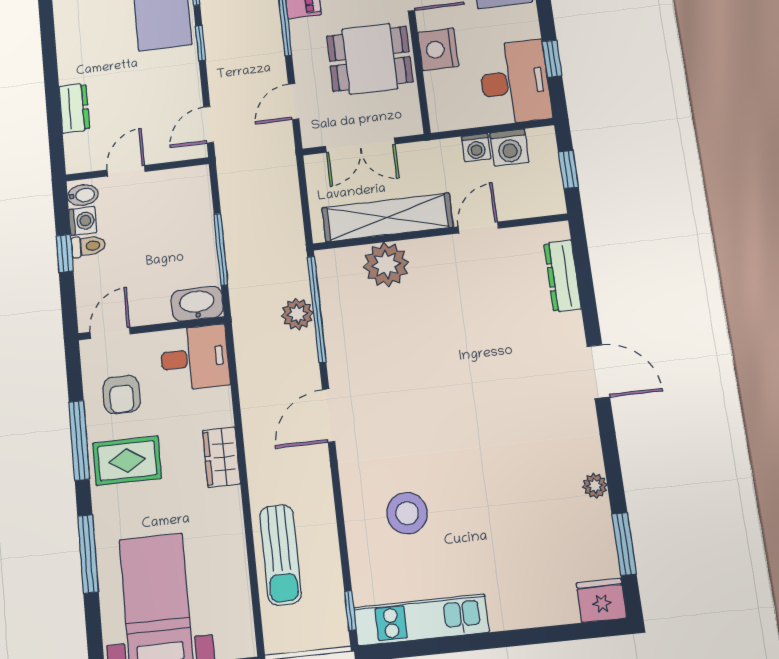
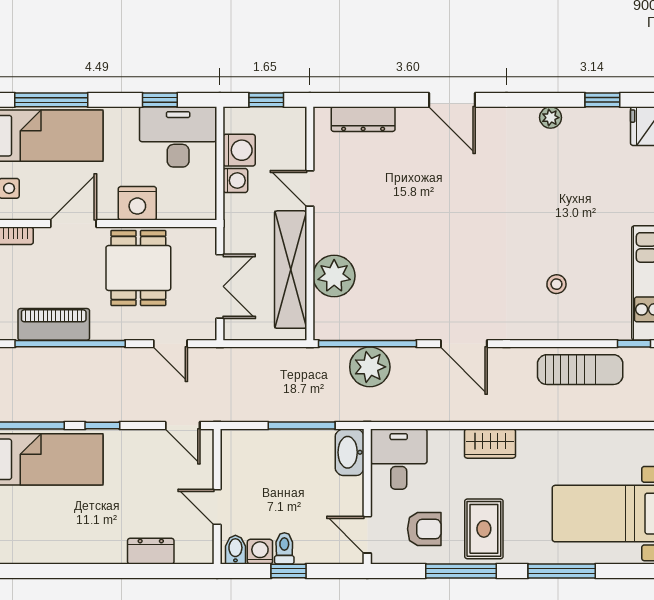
plant: (297, 314) -> (370, 367), width x1.36, depth x1.36
door: (598, 372) -> (452, 100), swing flipped
stool: (407, 513) -> (556, 284), width x0.53, depth x0.53
window: (624, 544) -> (602, 100), width x0.67
sun lounger: (281, 555) -> (580, 370), moved

